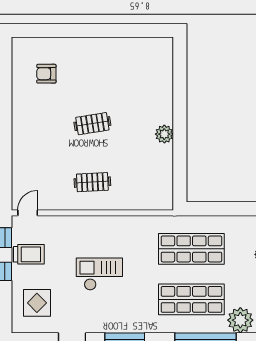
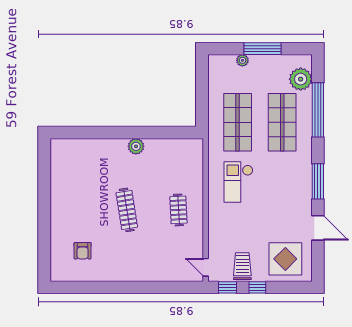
clothes rail: (92, 124) -> (127, 210), width x1.36
checkout: (99, 274) -> (238, 182), moved
display table: (37, 303) -> (285, 259), width x1.36, depth x1.36

